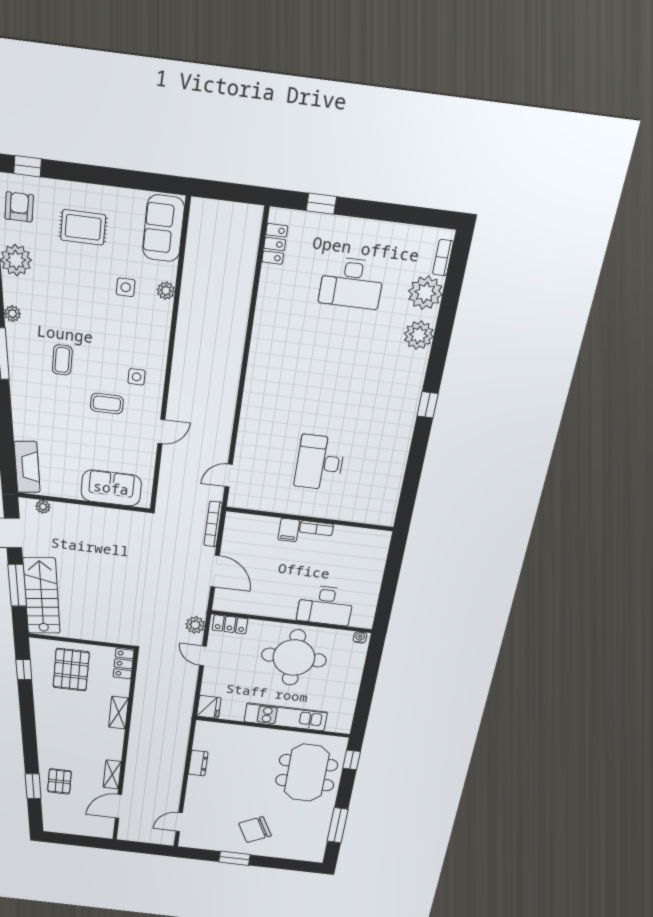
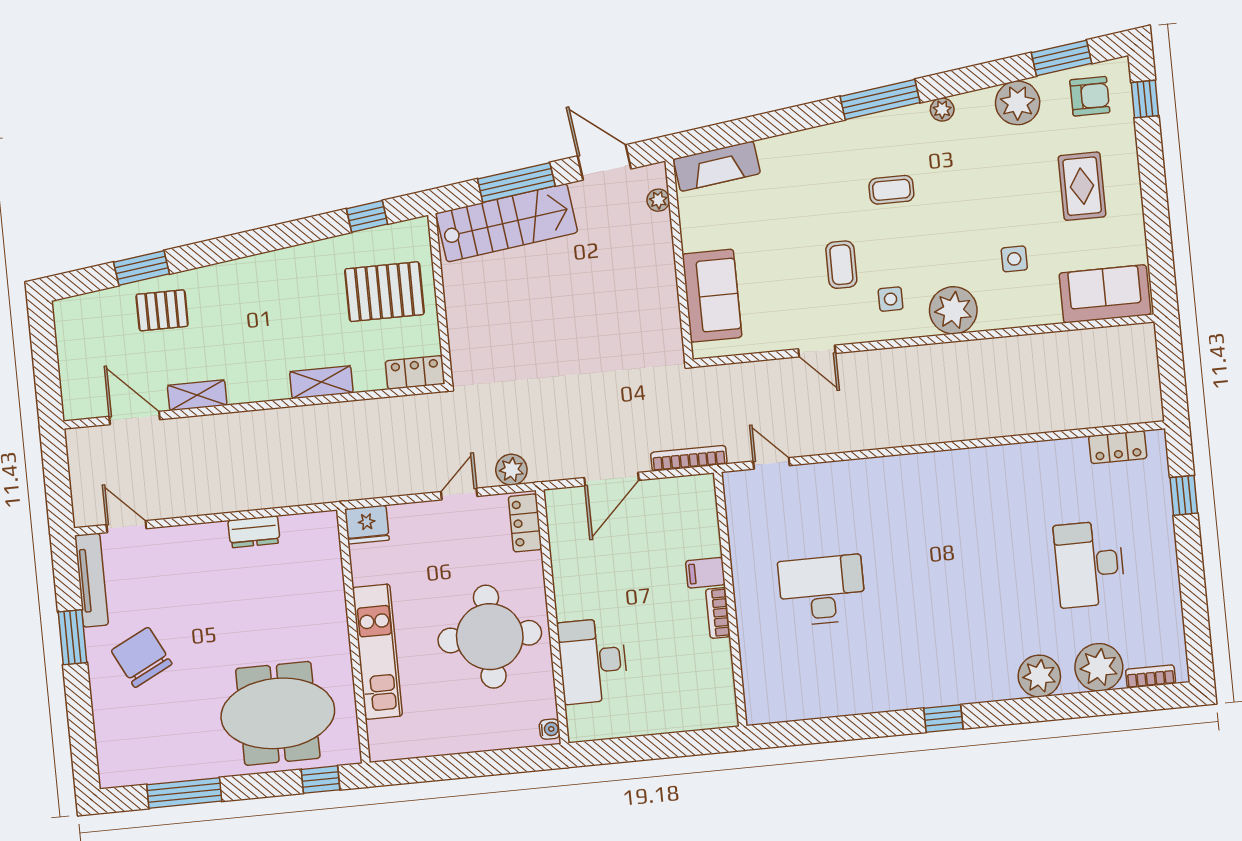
plant: (166, 291) -> (953, 310), moved, width x1.88, depth x1.88
tv unit: (205, 844) -> (92, 580), added

